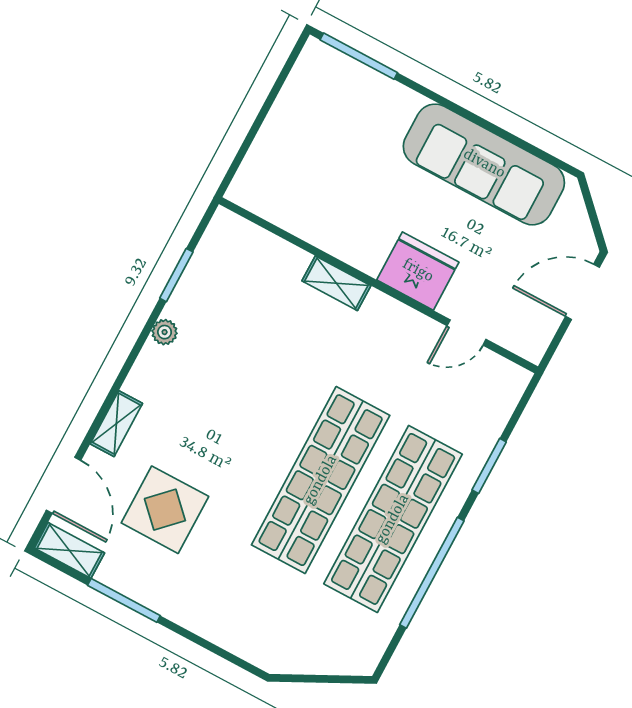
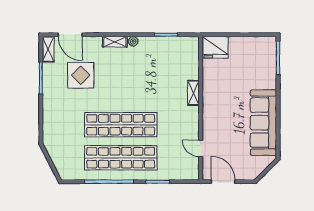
fridge: (418, 271) -> (215, 47), moved, turned 90
door: (582, 292) -> (223, 182), moved
plant: (165, 332) -> (133, 41), moved
shelving: (116, 424) -> (115, 42), moved
door: (64, 485) -> (70, 35), hinge flipped

